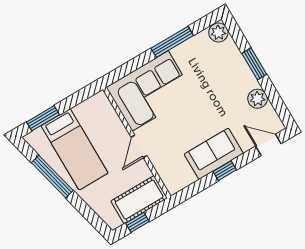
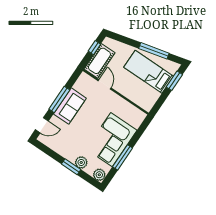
corner sofa: (150, 91) -> (112, 140), moved
plant: (257, 99) -> (81, 162), moved
door: (139, 146) -> (105, 84), moved
window: (225, 171) -> (59, 100), width x2.17

